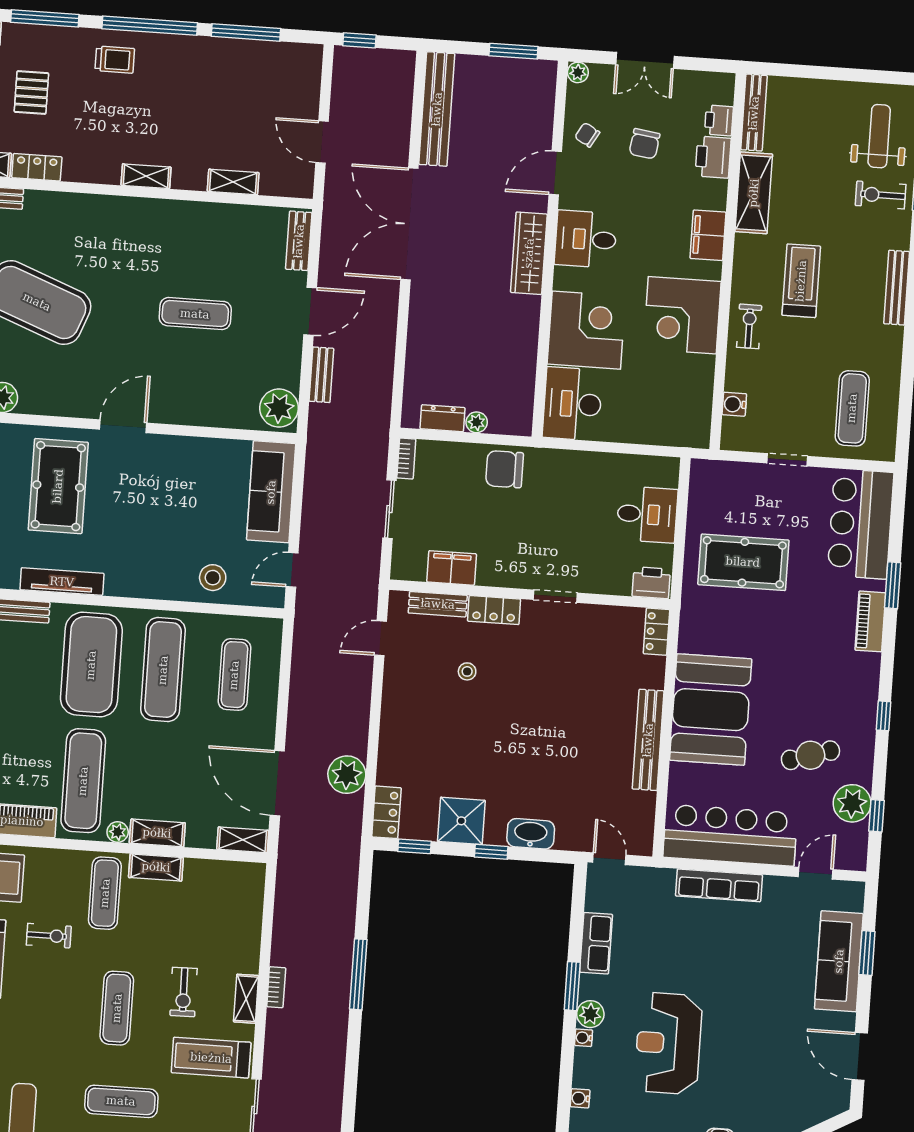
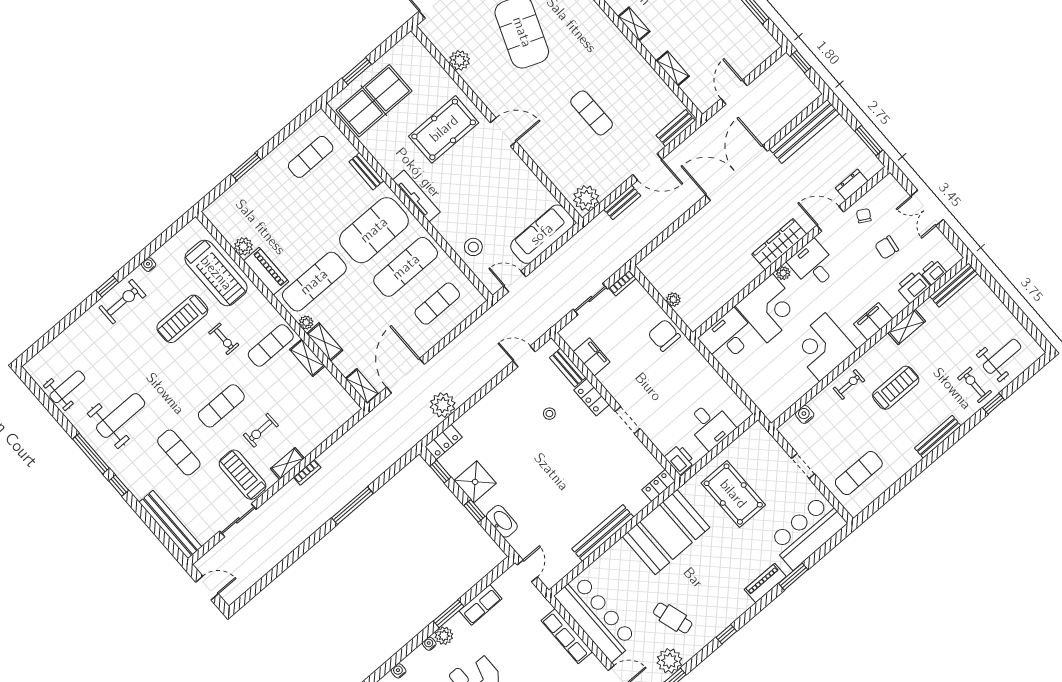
plant: (578, 72) -> (783, 273), moved
shelving: (754, 193) -> (907, 327), width x0.67, depth x0.75
dresser: (443, 418) -> (852, 185), moved, turned -90
tv unit: (62, 582) -> (416, 196), moved
booth: (711, 710) -> (666, 532), moved

